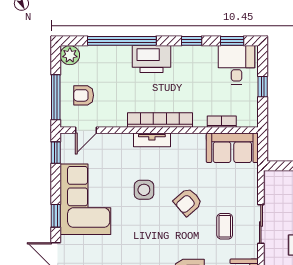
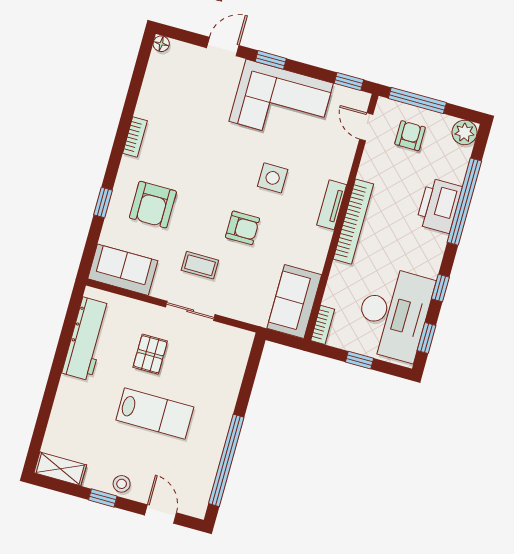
printer: (152, 59) -> (439, 206), moved
desk: (237, 65) -> (394, 314), width x1.87, depth x1.30
bookcase: (222, 122) -> (323, 325), moved
armchair: (188, 202) -> (243, 228), turned 131

